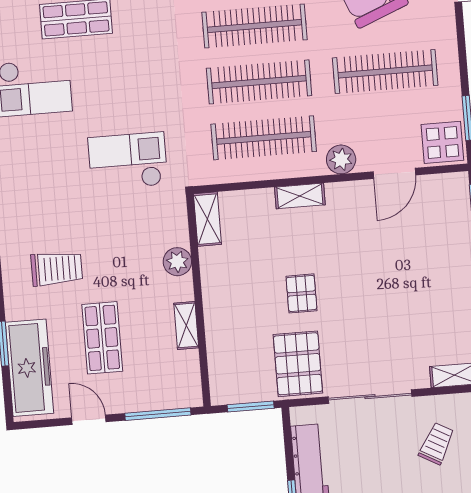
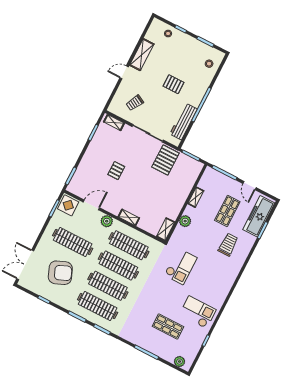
checkout: (128, 161) -> (181, 266), turned -90
trolley: (57, 269) -> (228, 245), turned 90
pallet: (301, 293) -> (116, 171), moved

